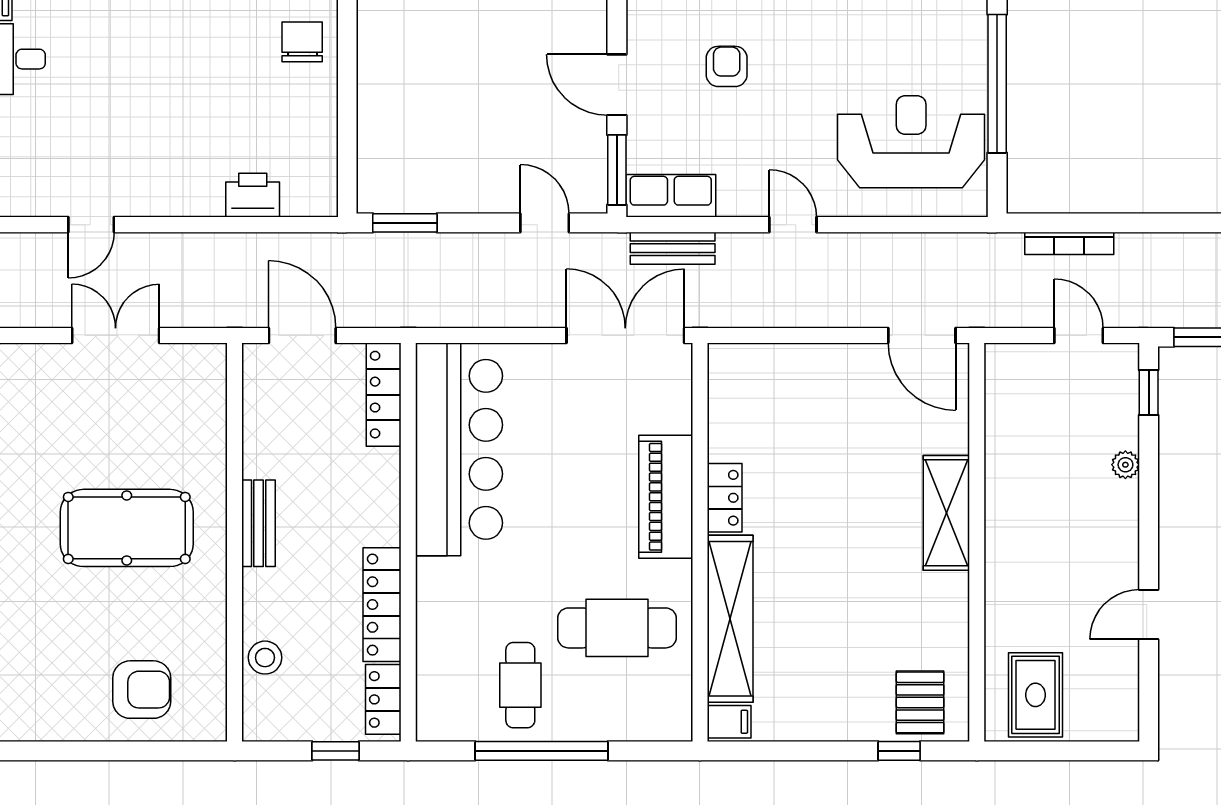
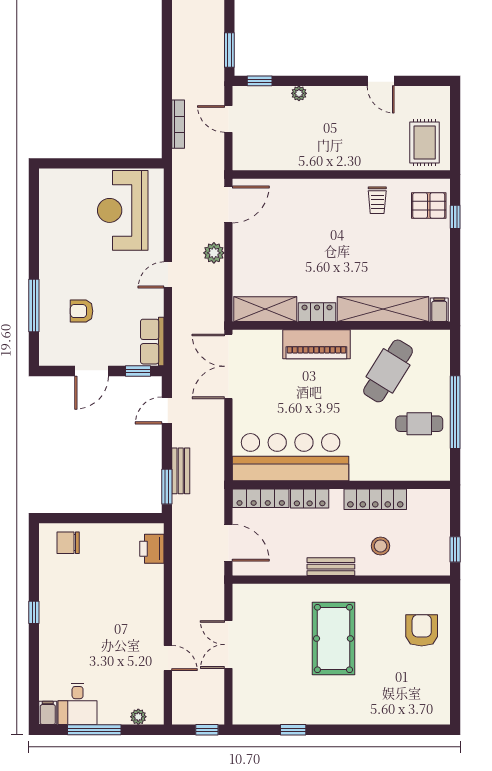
window: (997, 84) -> (91, 163), removed
window: (617, 170) -> (138, 371), width x0.67
printer: (253, 195) -> (152, 549), moved
bench: (673, 248) -> (181, 471), moved
plant: (833, 309) -> (214, 253), added
door: (302, 335) -> (228, 543), swing flipped
door: (1079, 335) -> (228, 119), hinge flipped
shelving: (946, 513) -> (265, 309), moved
trolley: (930, 608) -> (377, 200), added
cafe table: (617, 628) -> (388, 371), turned 32
stool: (265, 658) -> (381, 546), moved
rug: (1035, 695) -> (425, 143), turned 90
locker: (383, 699) -> (310, 499), moved
window: (336, 751) -> (455, 549), moved

